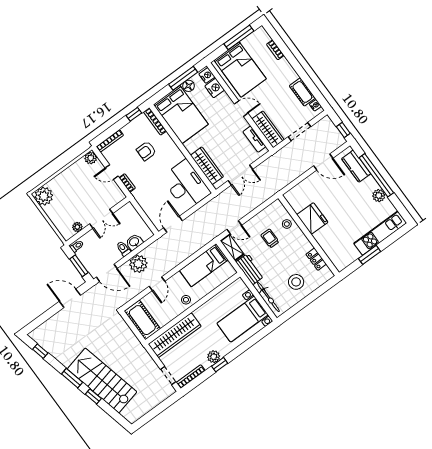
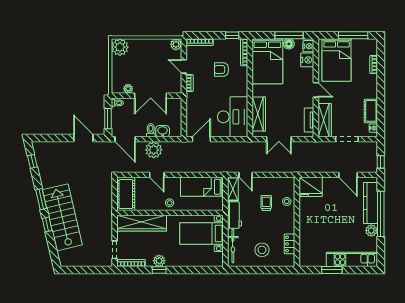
kitchen counter: (356, 166) -> (370, 203), width x1.50
double door: (101, 219) -> (151, 96), width x1.37
fridge: (312, 219) -> (311, 187), moved, turned 90
door: (157, 284) -> (157, 175), hinge flipped
bed with nightstands: (243, 319) -> (201, 233), moved

